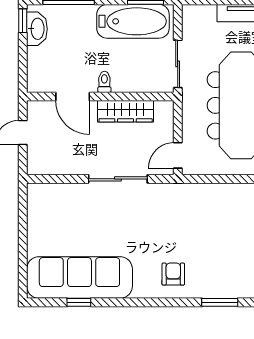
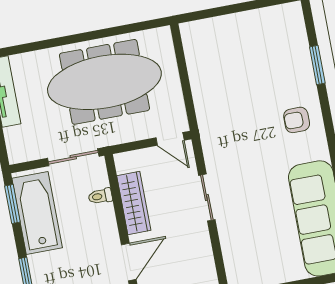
toilet: (104, 82) -> (100, 196), moved
sliding door: (118, 179) -> (207, 198), width x0.73

